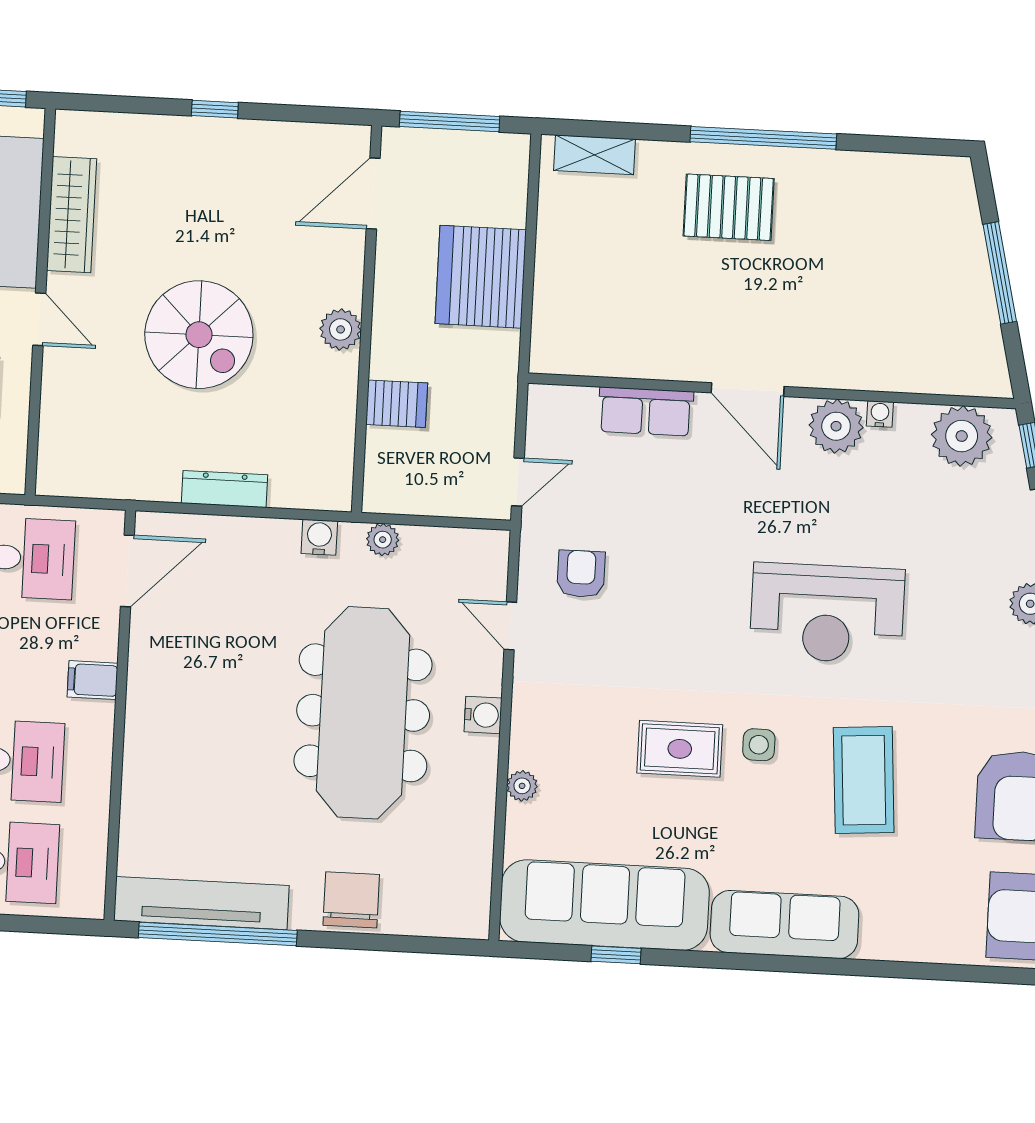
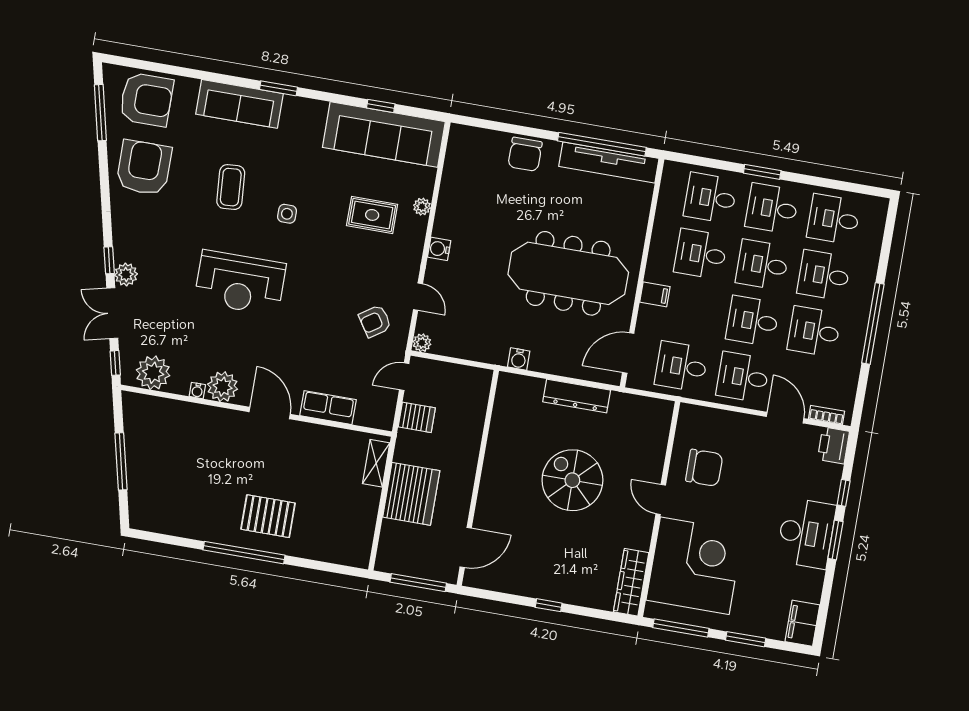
shelving: (595, 155) -> (376, 463), moved, turned 90
wardrobe: (72, 215) -> (631, 582), moved
plant: (341, 329) -> (493, 474), removed
server rack: (397, 404) -> (417, 417), moved, turned 180
dresser: (225, 489) -> (577, 396), width x1.37, depth x1.24
plant: (383, 540) -> (422, 343), moved
armchair: (581, 574) -> (375, 321), turned 56
reception desk: (827, 613) -> (240, 283), turned 180
meeting table: (363, 713) -> (568, 273), moved, turned 90
rug: (680, 749) -> (372, 215), moved
coffee table: (864, 780) -> (231, 187), width x0.73, depth x0.76
sofa: (784, 924) -> (239, 104), moved
window: (800, 964) -> (278, 88), added

